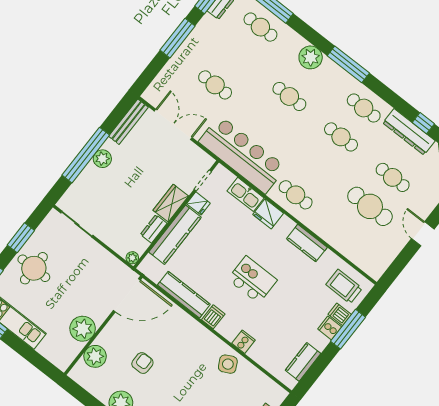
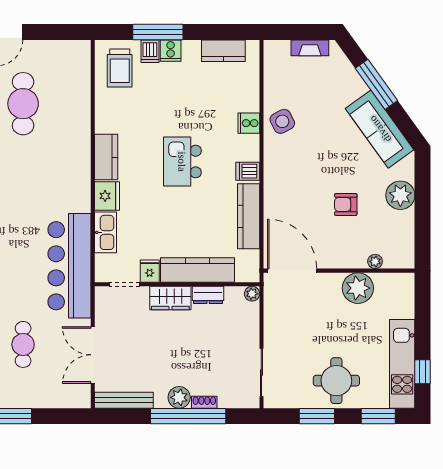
shoe rack: (87, 172) -> (204, 402), added
cafe table: (296, 195) -> (68, 184), removed
kitchen counter: (307, 243) -> (106, 157), moved
plant: (95, 356) -> (375, 261), width x0.53, depth x0.53

